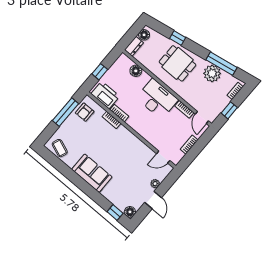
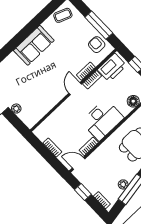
plant: (212, 73) -> (123, 184), width x0.53, depth x0.53
door: (163, 157) -> (75, 89), moved

